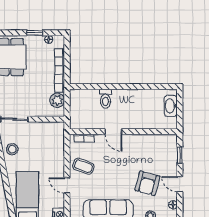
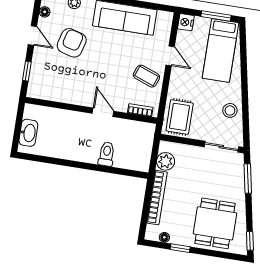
rug: (52, 138) -> (180, 117), added

